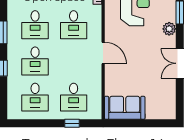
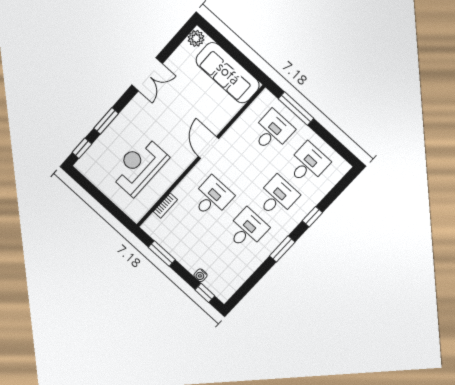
plant: (169, 29) -> (196, 38), moved
sofa: (125, 108) -> (228, 73), width x1.36
window: (72, 123) -> (296, 109), width x2.17

